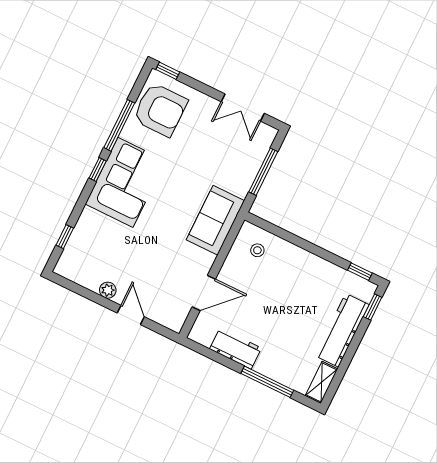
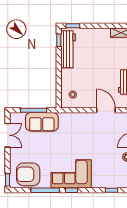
armchair: (160, 110) -> (28, 174), turned -90
sofa: (215, 220) -> (42, 122), moved
workbench: (342, 330) -> (68, 49), moved, turned -90

